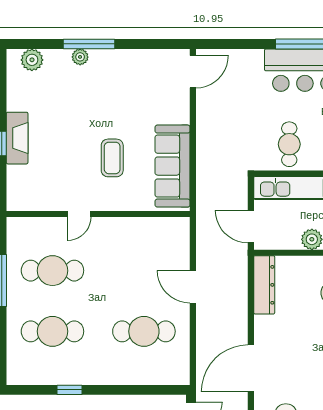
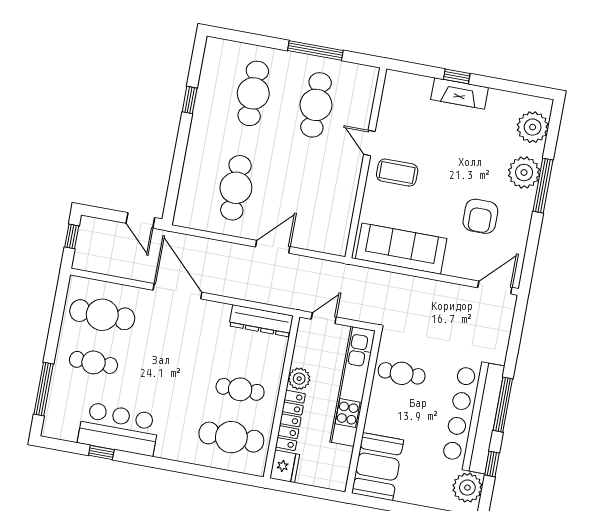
plant: (80, 57) -> (524, 173), width x1.88, depth x1.88
plant: (32, 60) -> (533, 127), width x1.36, depth x1.36
door: (193, 72) -> (495, 288), swing flipped
armchair: (129, 97) -> (480, 216), added
coffee table: (112, 158) -> (397, 173), moved
door: (251, 227) -> (324, 318), width x0.73

